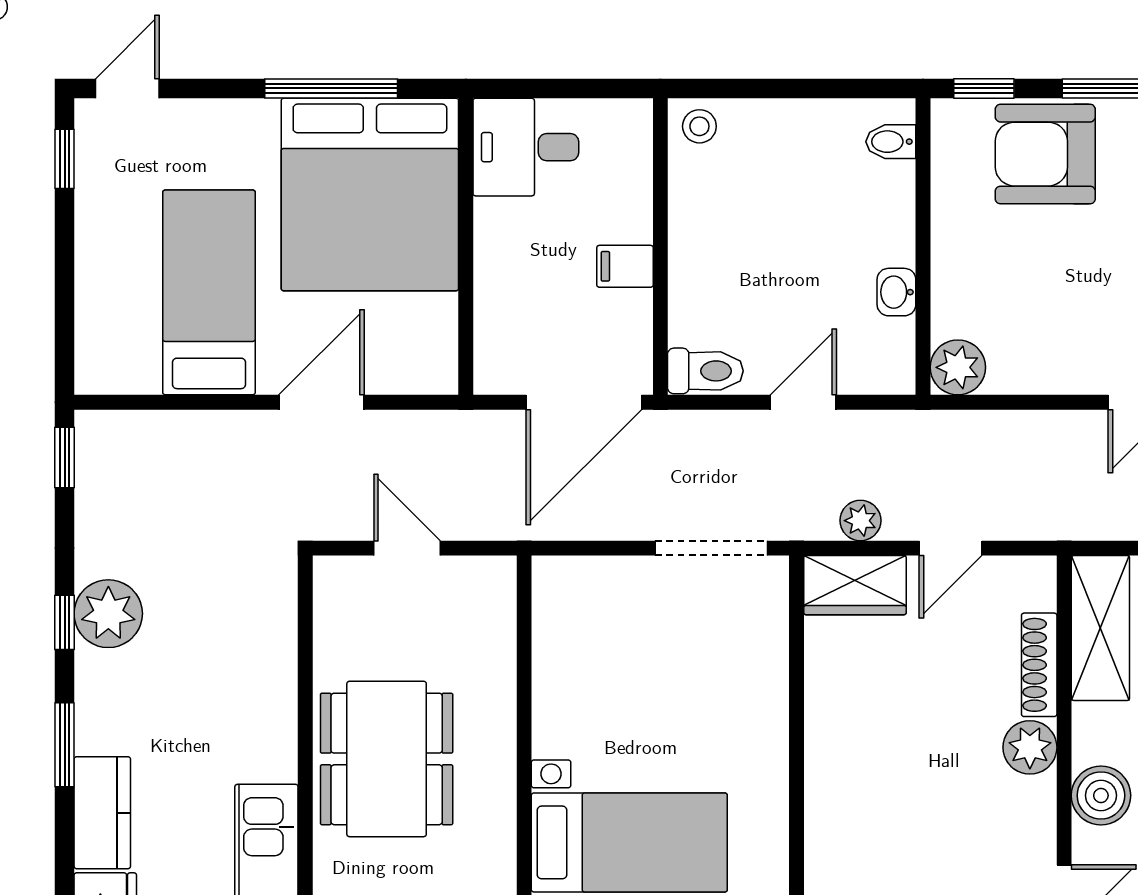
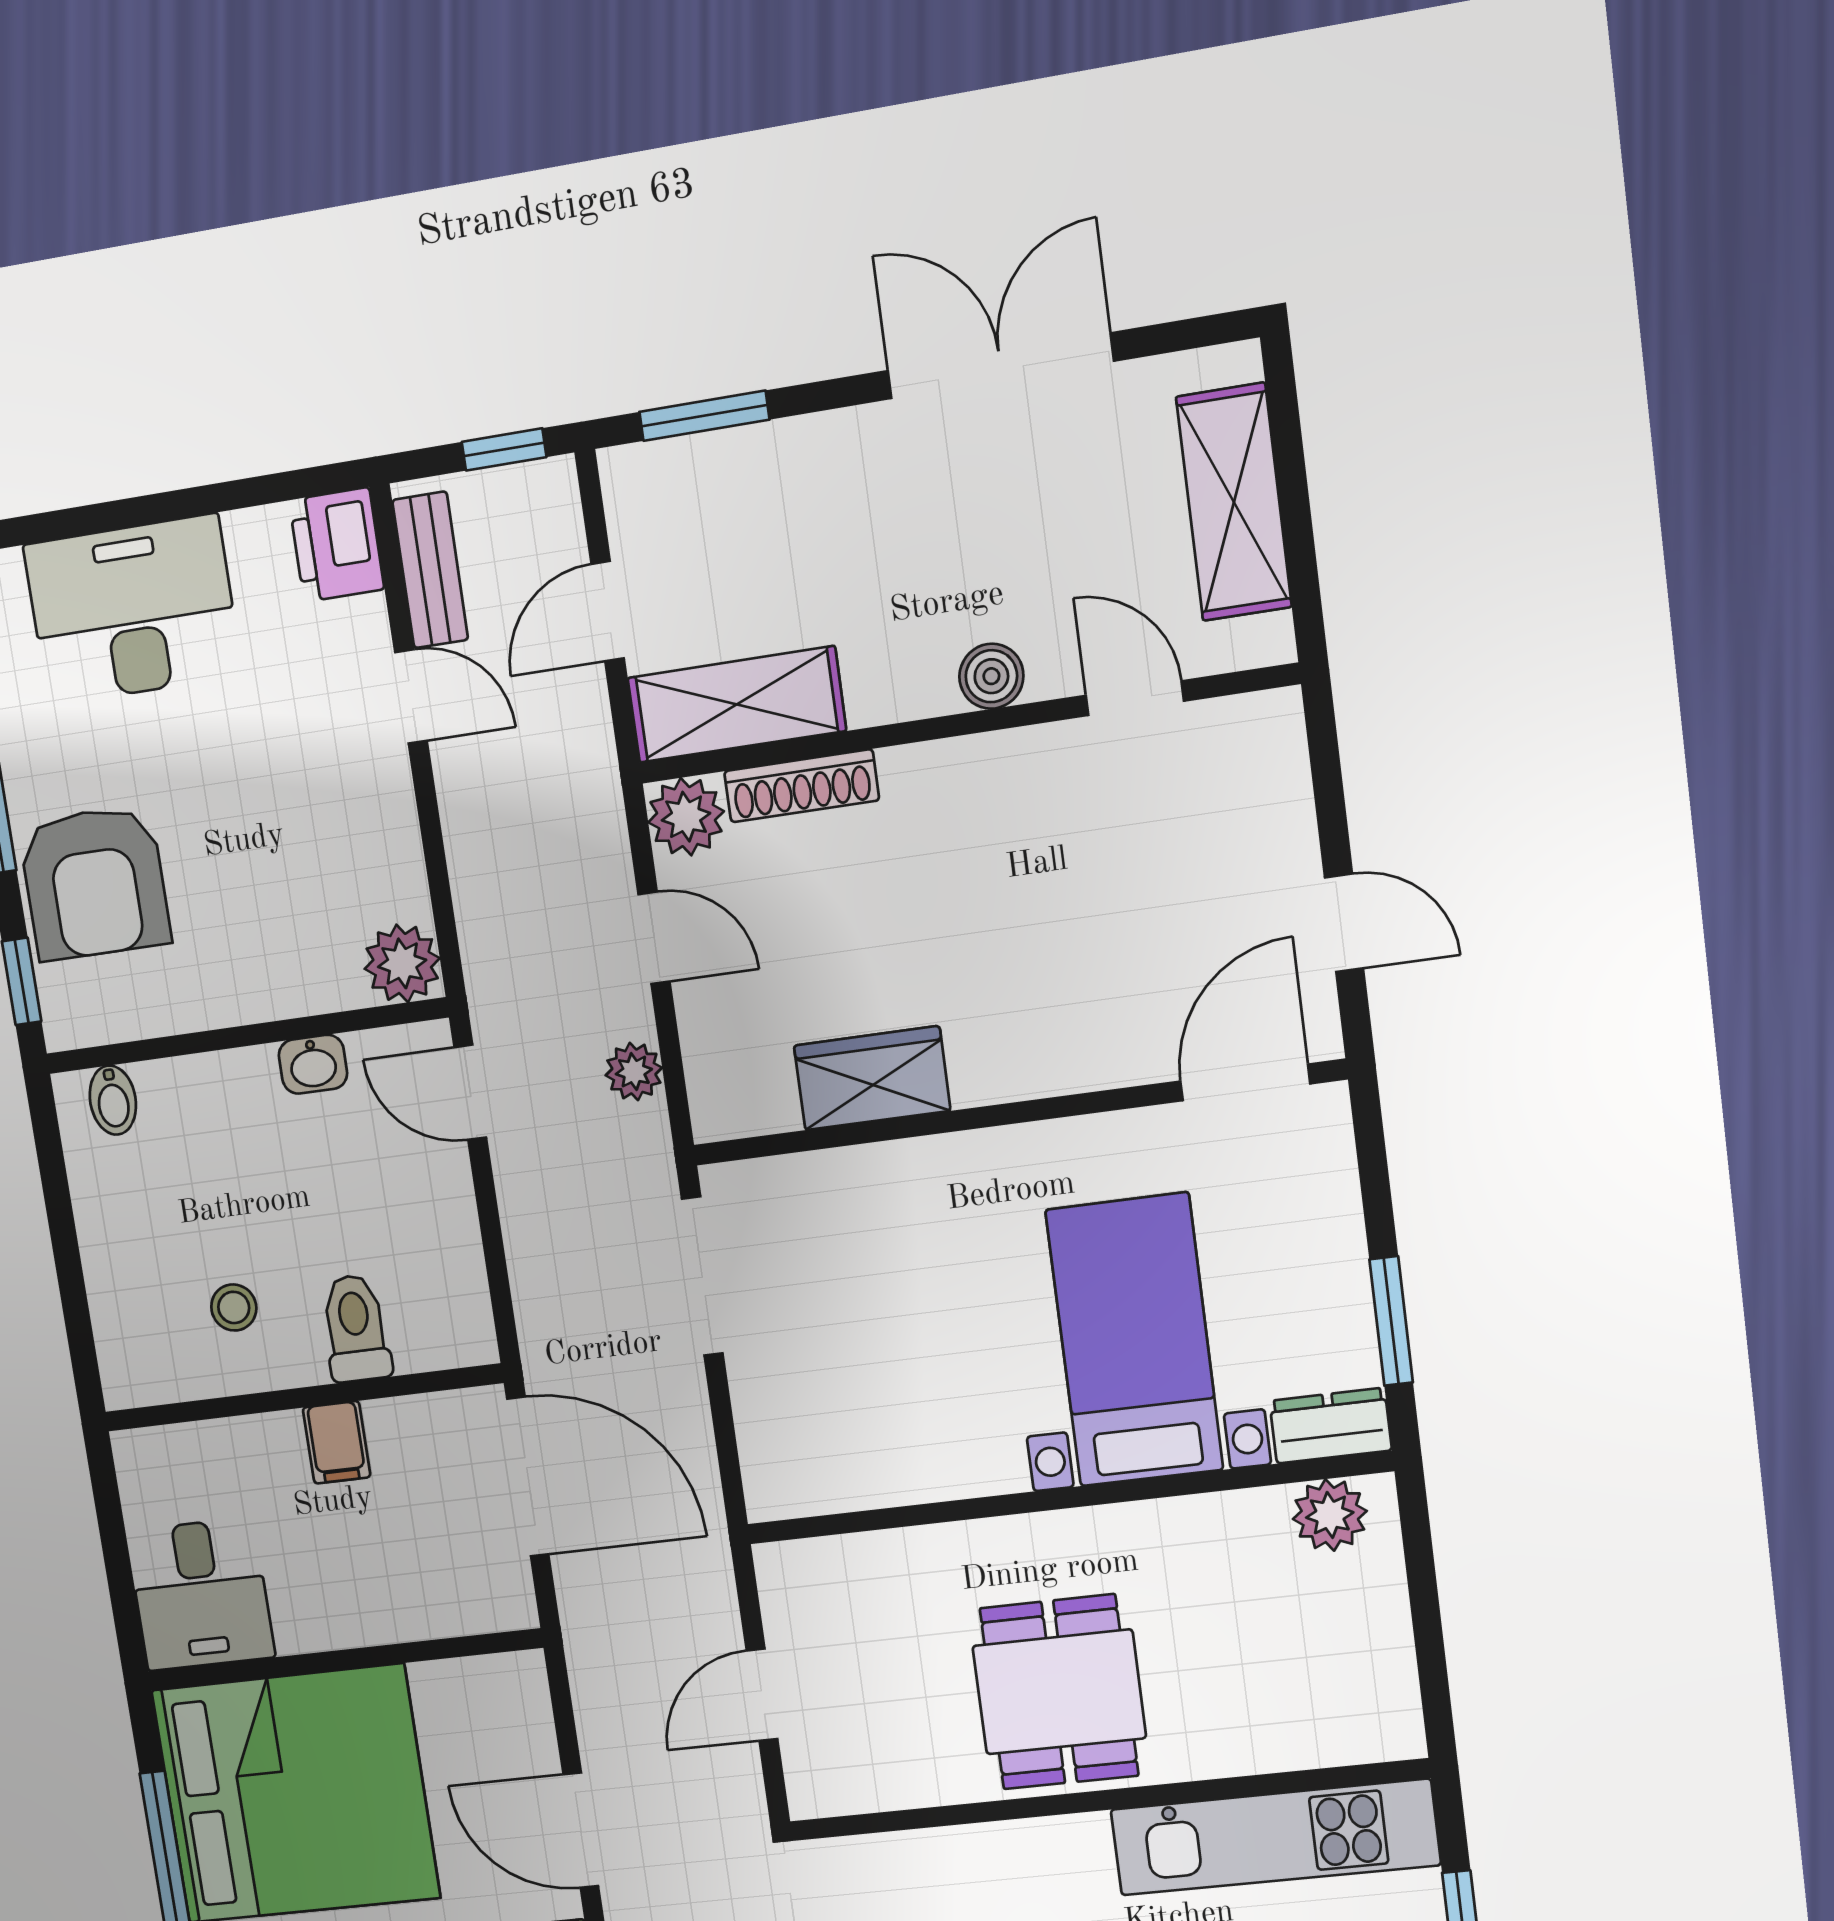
stool: (699, 126) -> (234, 1307), moved
toilet: (705, 371) -> (356, 1328), moved
door: (803, 402) -> (470, 1092), moved
wardrobe: (855, 585) -> (872, 1078), moved, turned -90
plant: (1030, 747) -> (686, 817), moved
dining table: (387, 759) -> (1059, 1692), width x0.73
boiler: (1101, 795) -> (991, 676), width x0.73, depth x0.73

